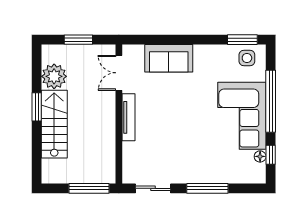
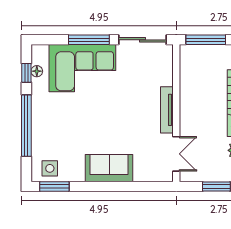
sofa: (169, 58) -> (109, 168), moved
corner sofa: (242, 116) -> (82, 68), moved, turned 90
sliding door: (153, 188) -> (143, 40), width x1.37

